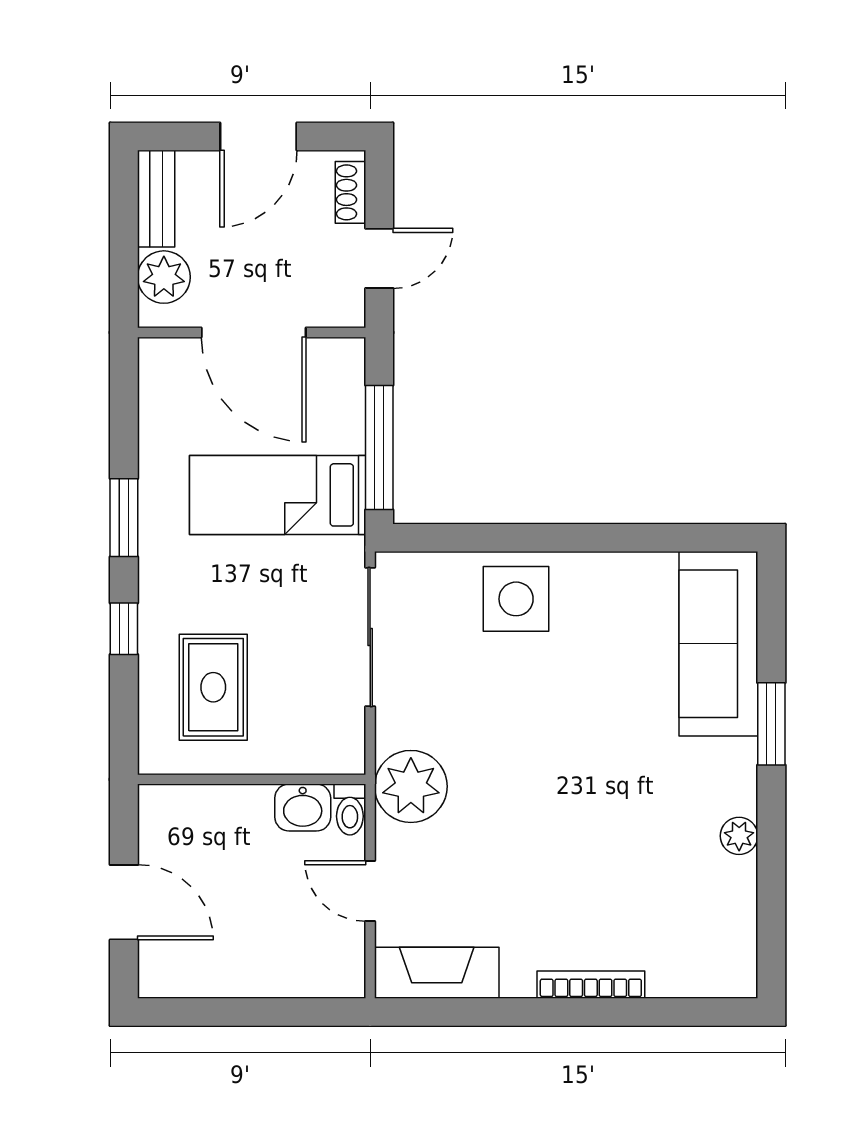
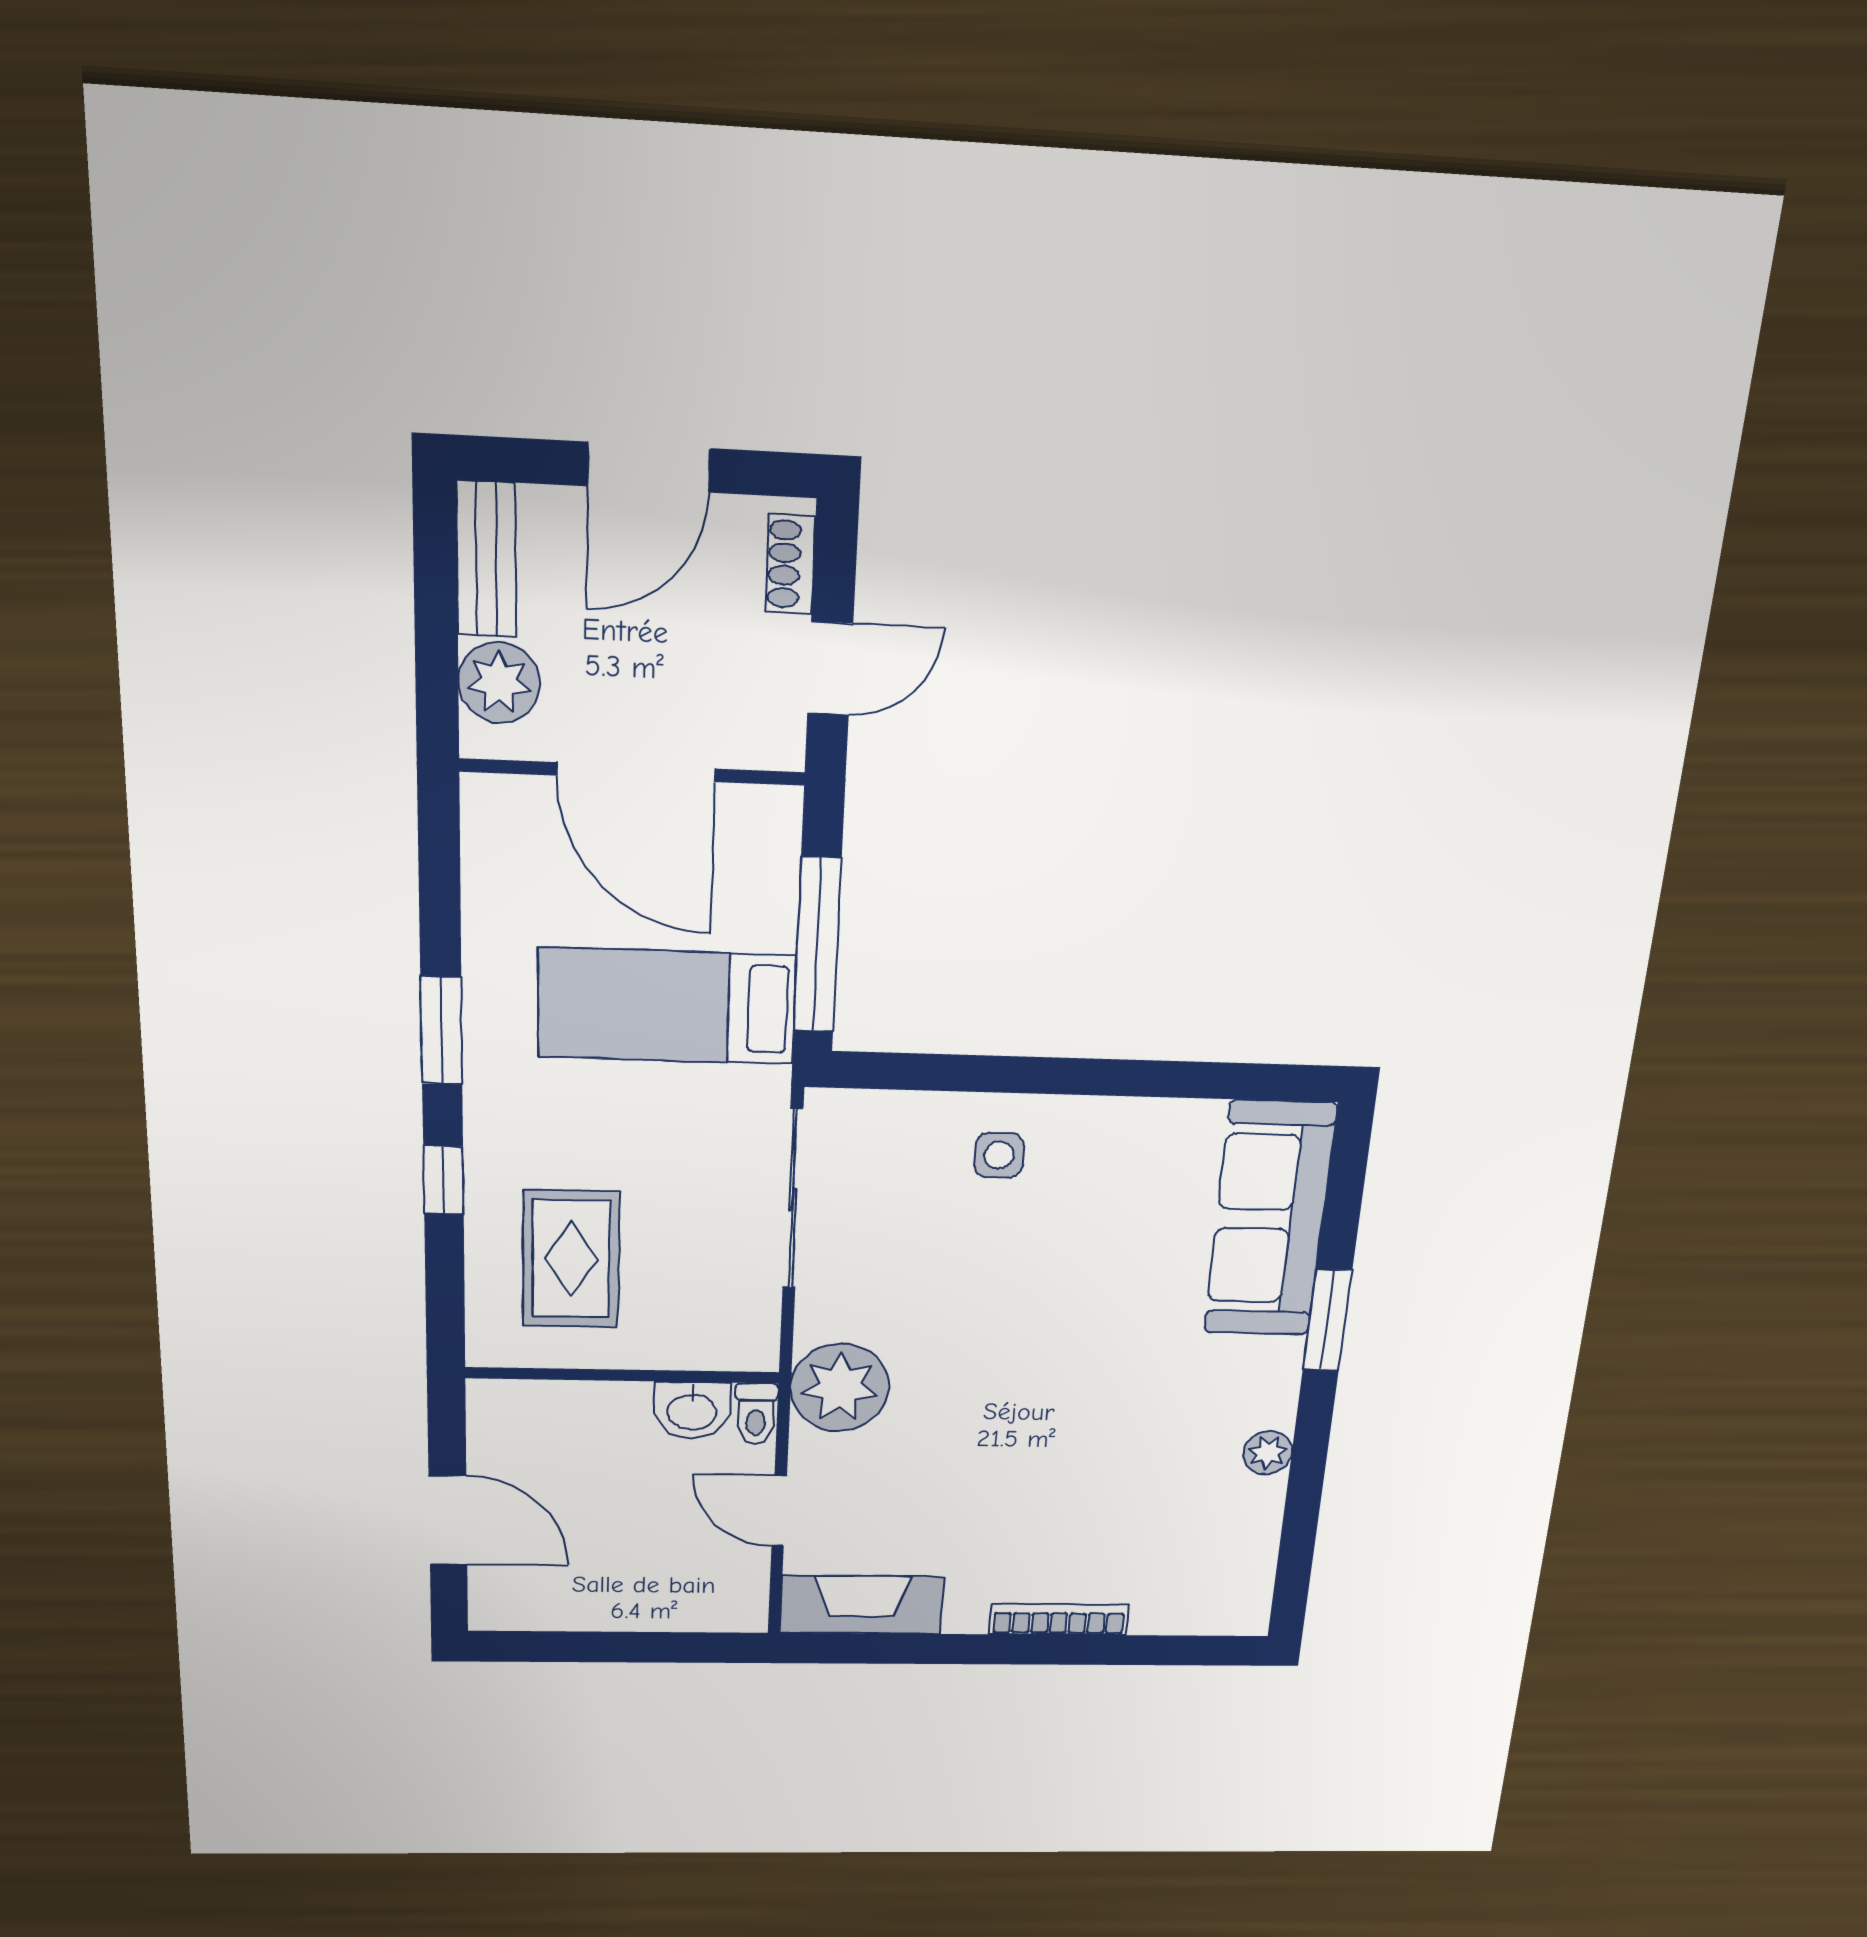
side table: (516, 599) -> (999, 1155), width x0.54, depth x0.54

